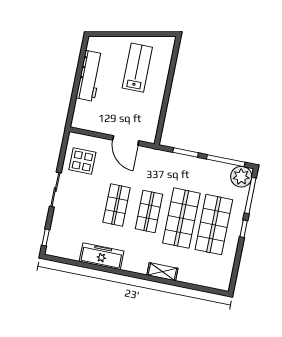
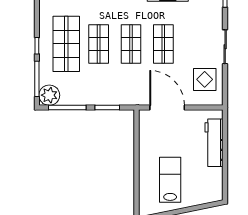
lab bench: (137, 68) -> (170, 180), turned 180
workbench: (90, 76) -> (214, 143), moved
door: (126, 140) -> (167, 108), width x1.36
shop shelf: (181, 218) -> (99, 44), width x0.70, depth x0.74

